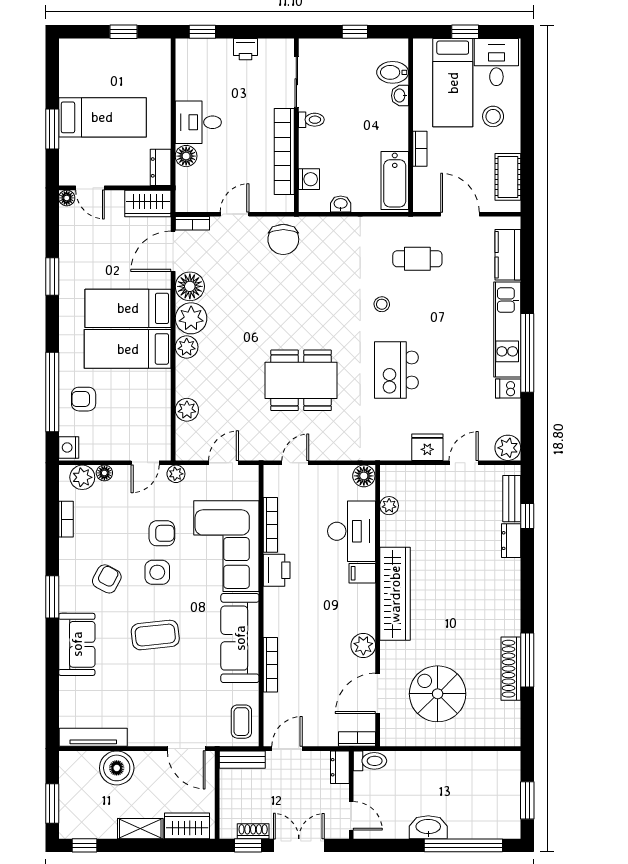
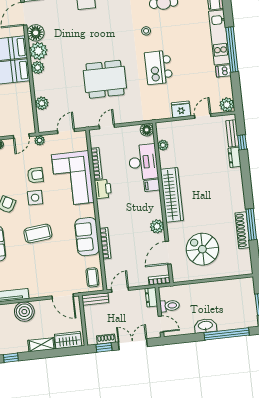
sofa: (240, 638) -> (87, 237), width x0.73
toilet: (370, 761) -> (170, 306), moved

